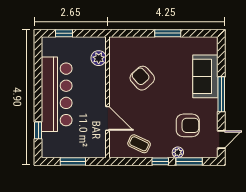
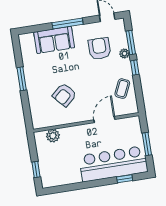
bar counter: (57, 94) -> (113, 164), moved

